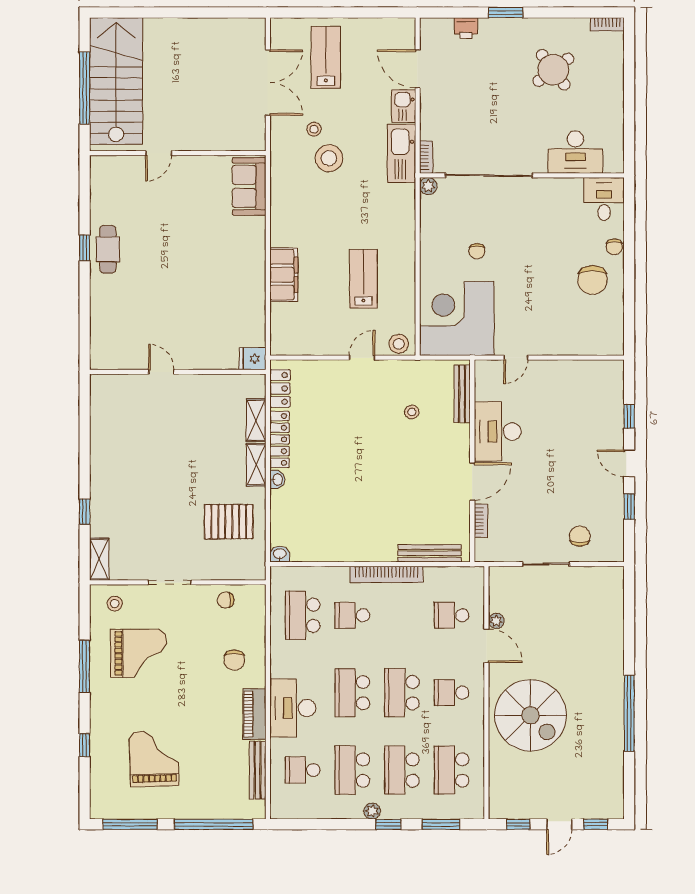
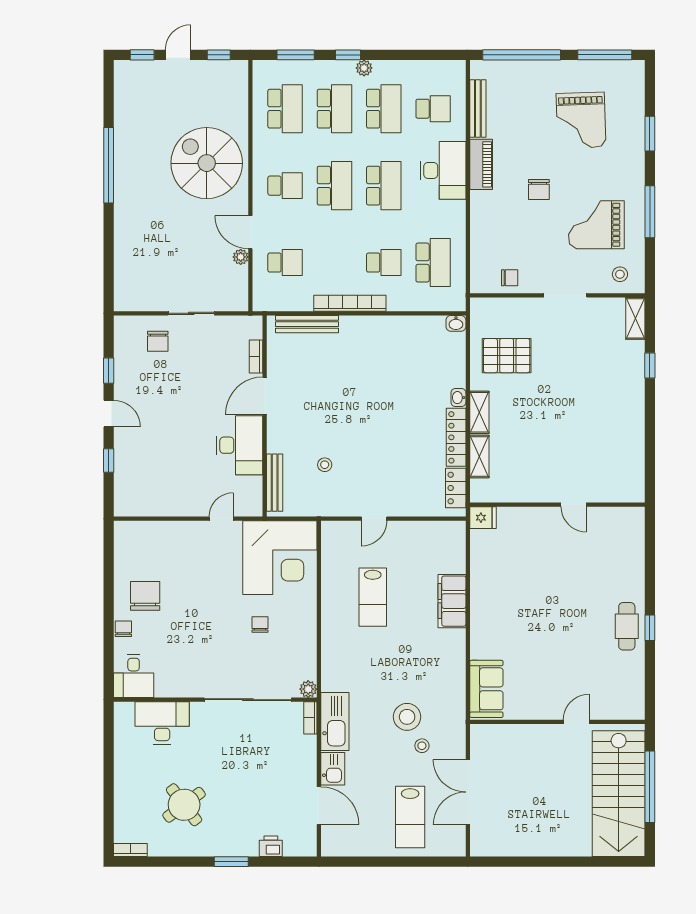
stool: (399, 344) -> (338, 532), removed
chair: (234, 660) -> (539, 190), moved, turned 180
window: (85, 745) -> (650, 134), width x1.50

